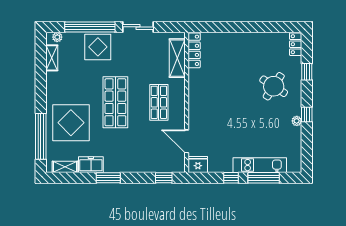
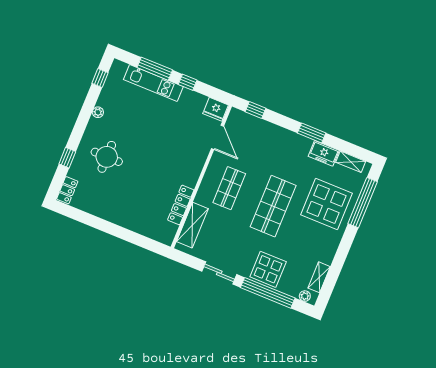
locker: (194, 50) -> (181, 205), moved
round table: (274, 86) -> (107, 157), turned -33
window: (307, 114) -> (100, 78), moved

